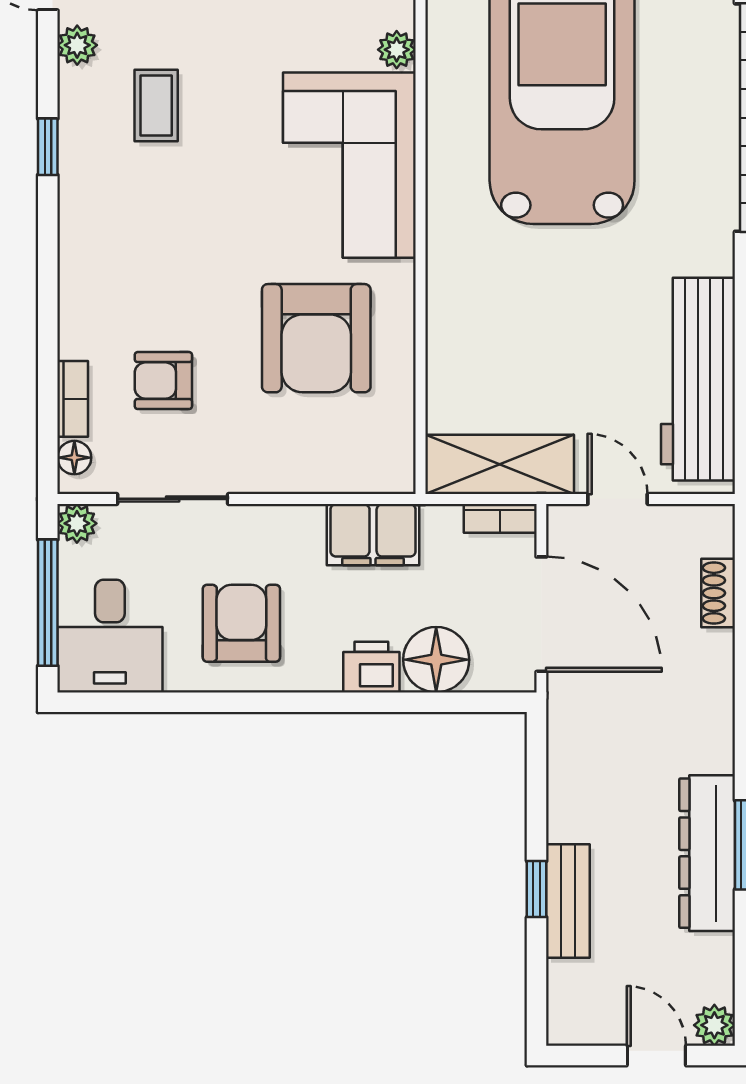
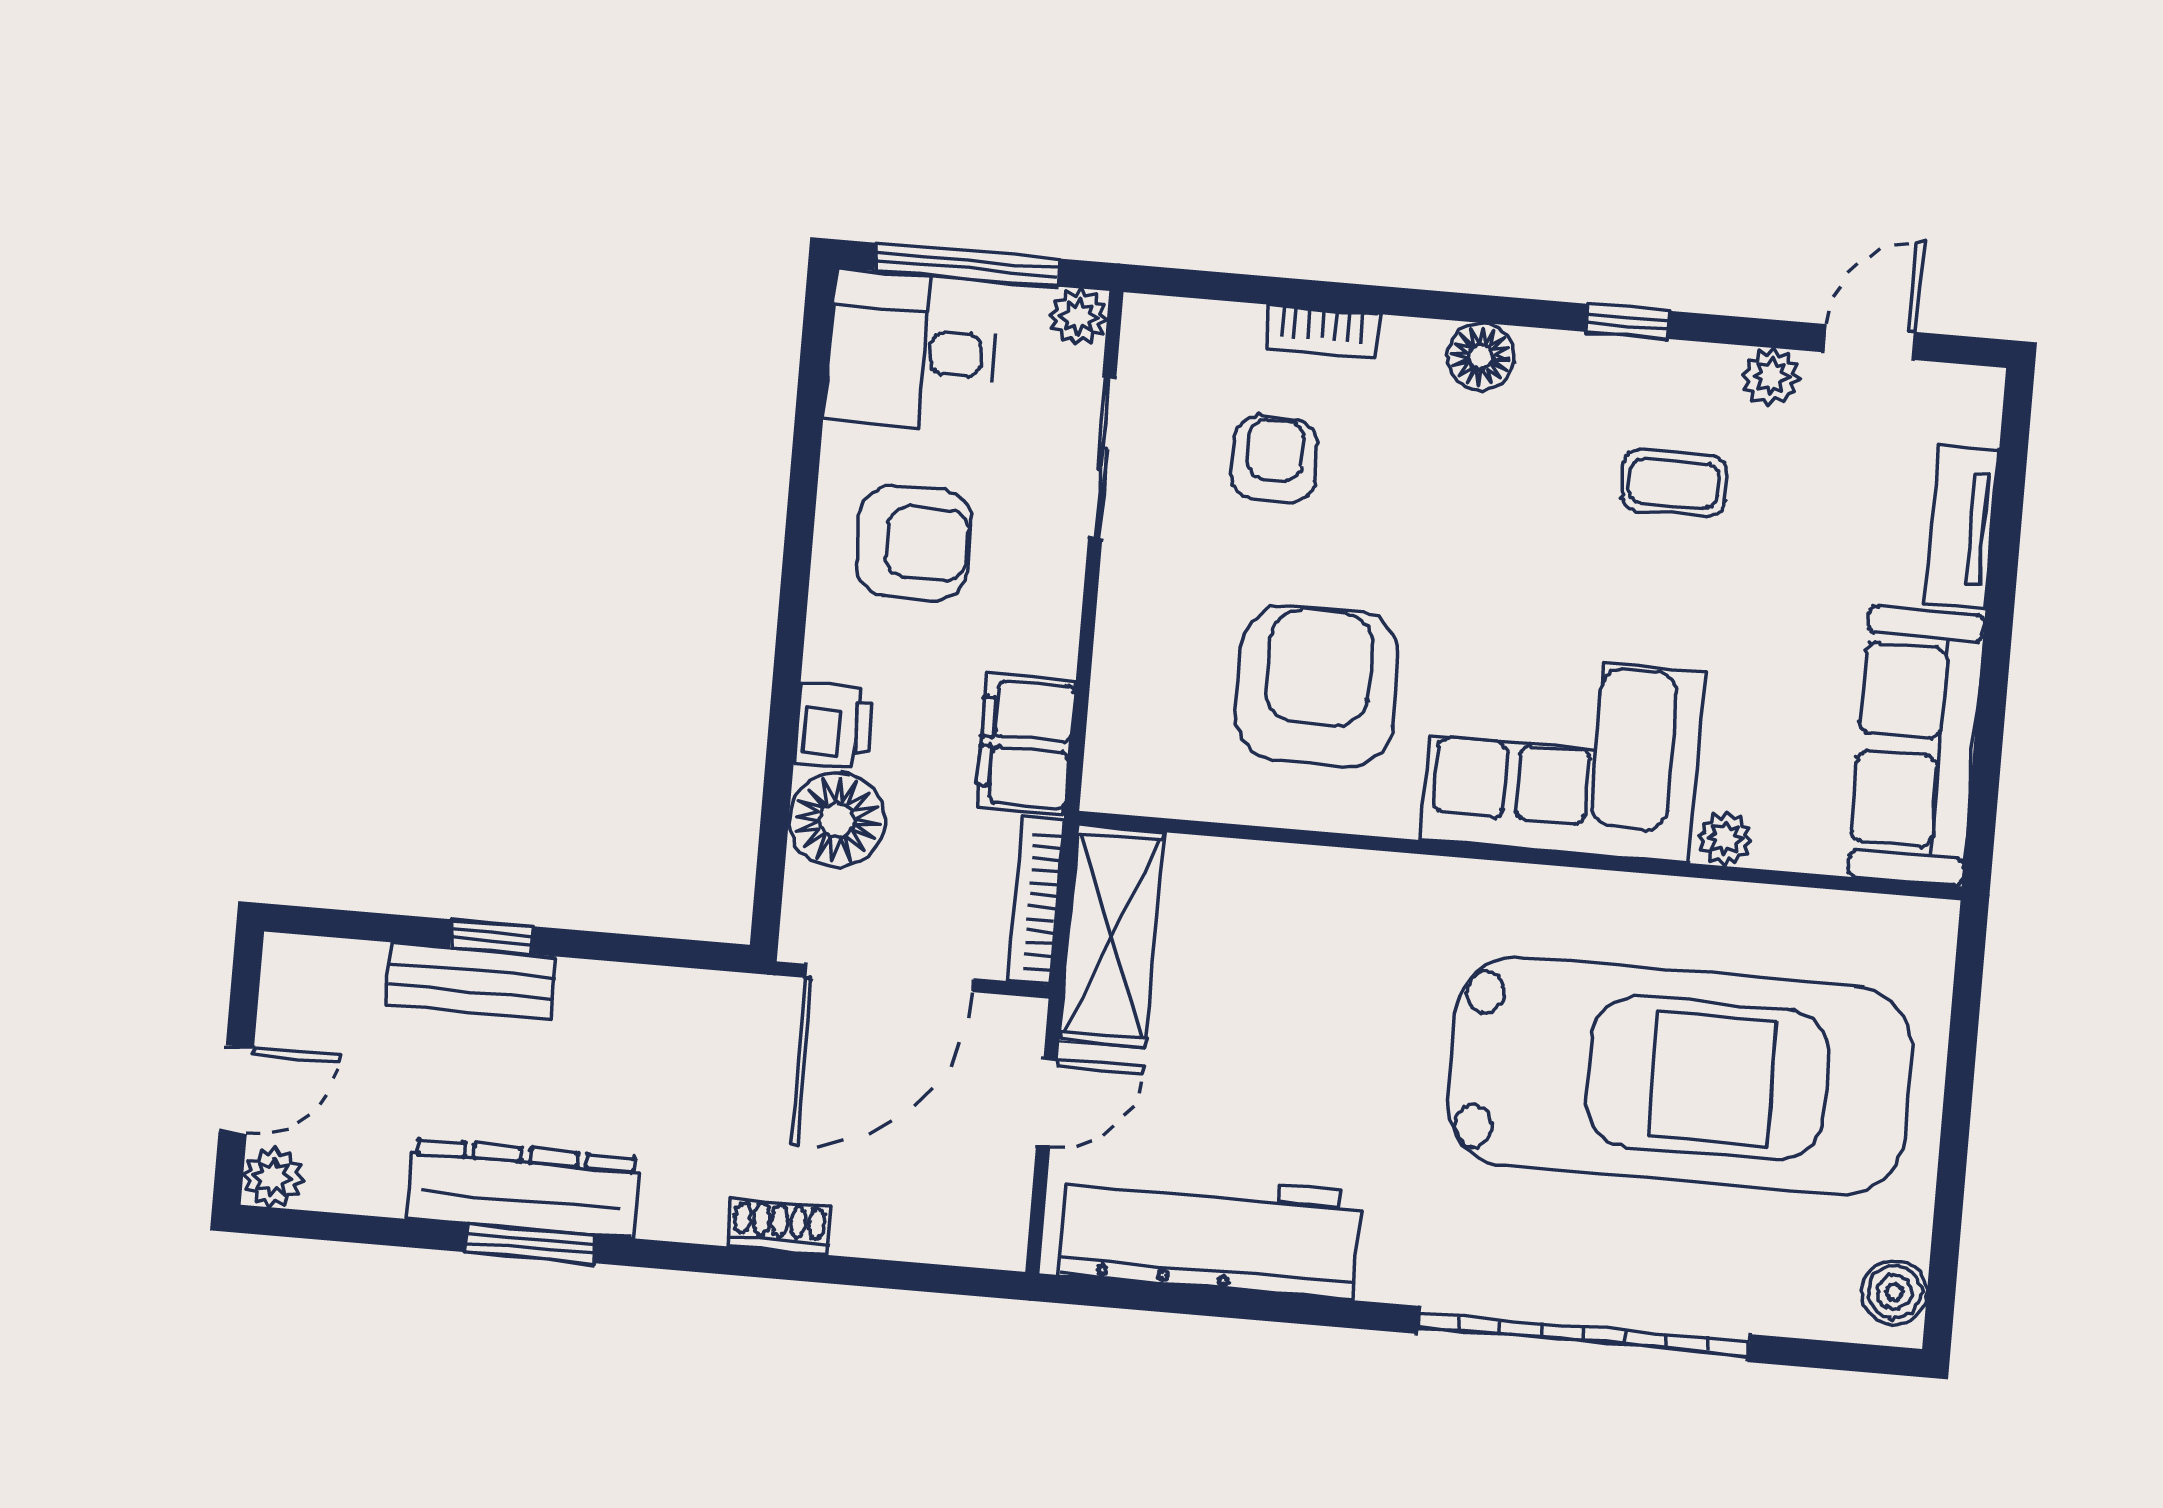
armchair: (316, 338) -> (1317, 686), turned 90
bookcase: (73, 399) -> (1322, 331), moved
floor lamp: (74, 458) -> (1481, 357), moved, width x1.37, depth x1.37
bookcase: (500, 518) -> (1036, 901), width x1.56
shoe rack: (718, 593) -> (779, 1227), moved

